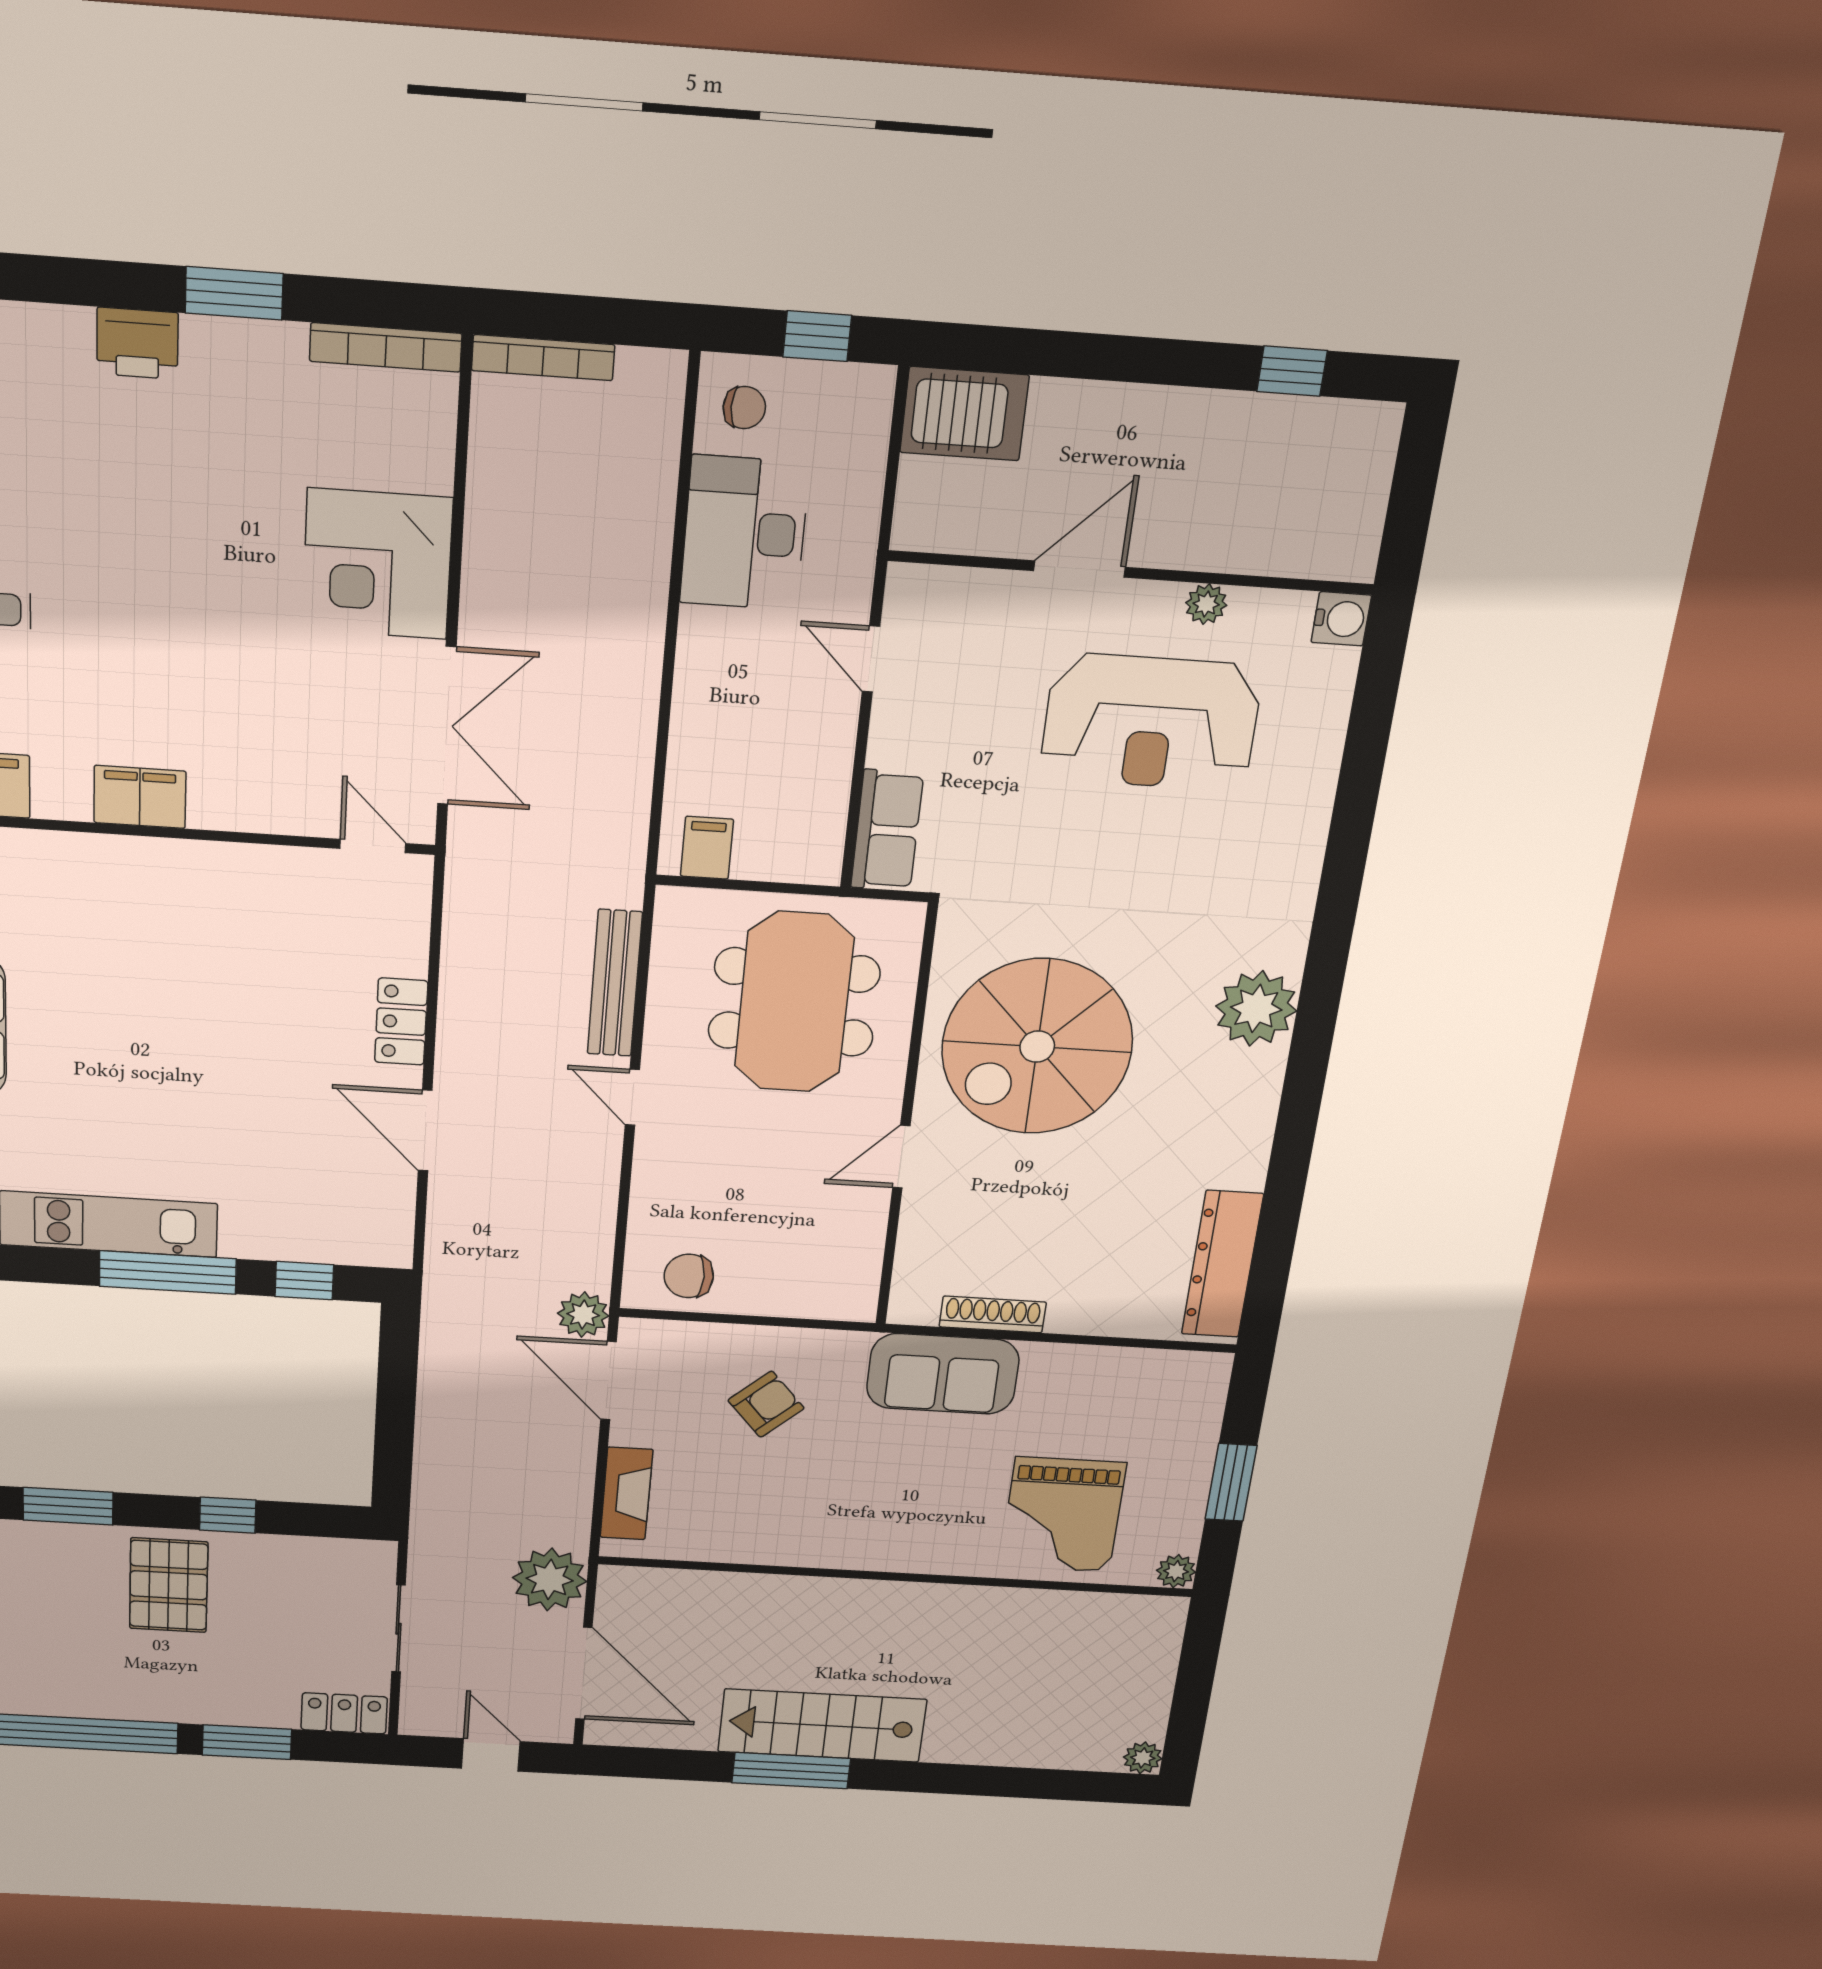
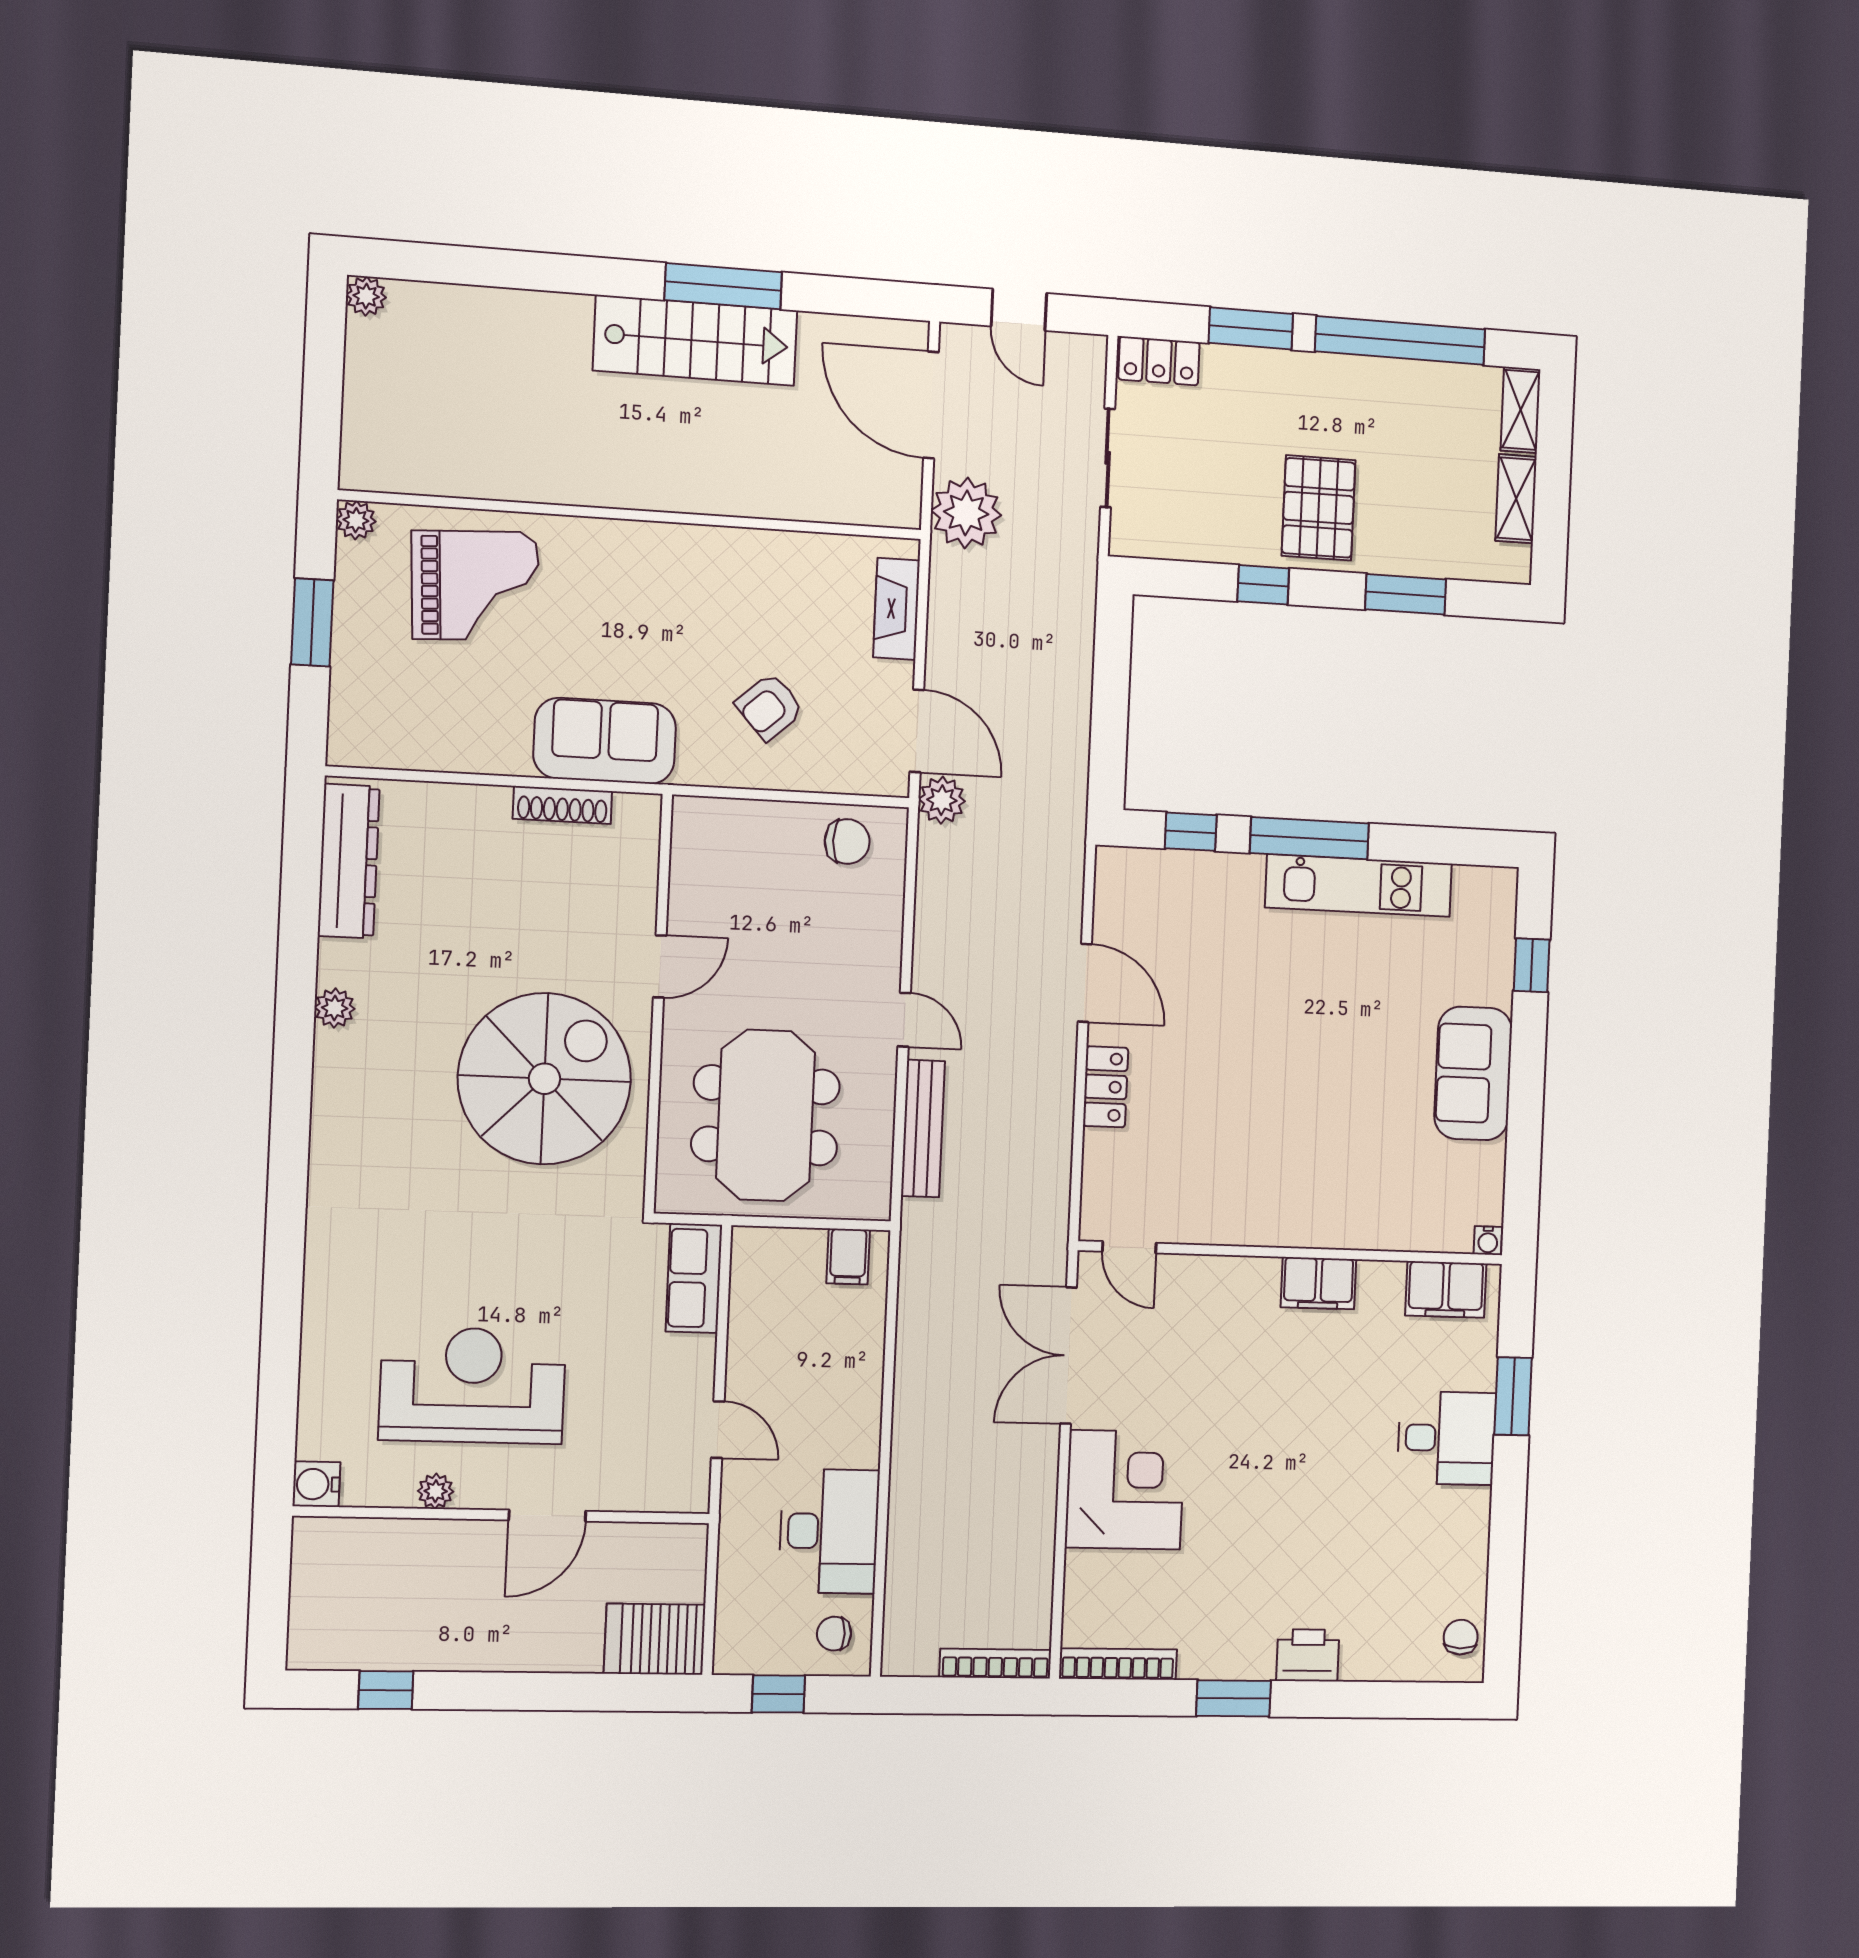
plant: (1256, 1008) -> (335, 1008), moved, width x0.53, depth x0.53
grand piano: (1063, 1515) -> (475, 585), turned 87

